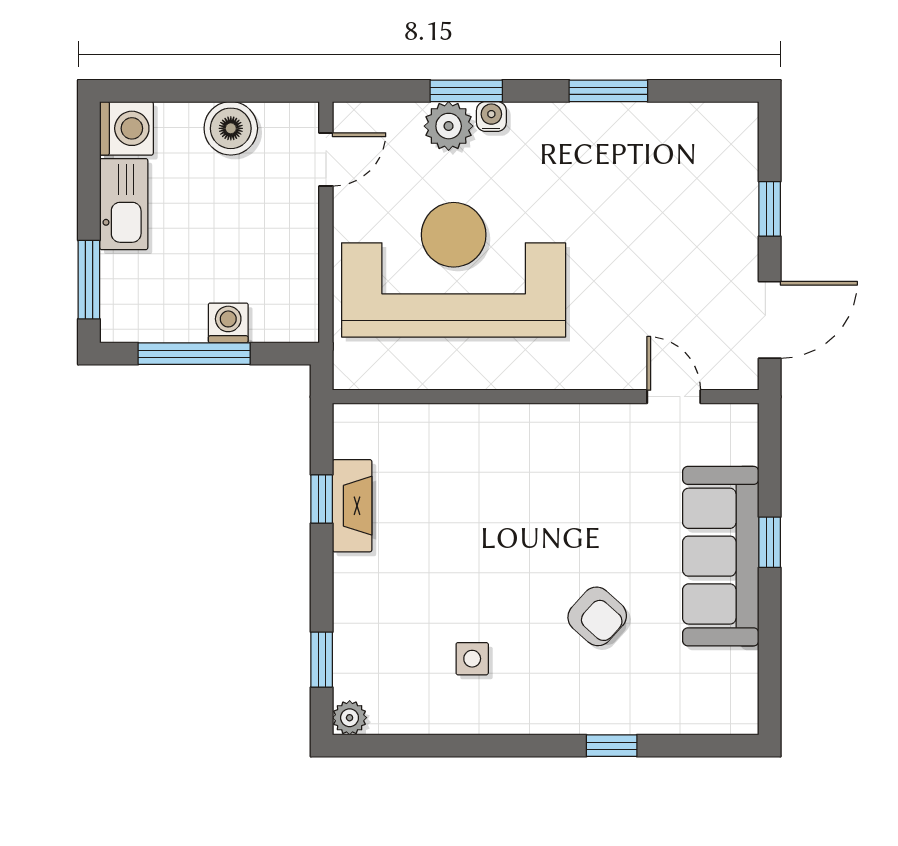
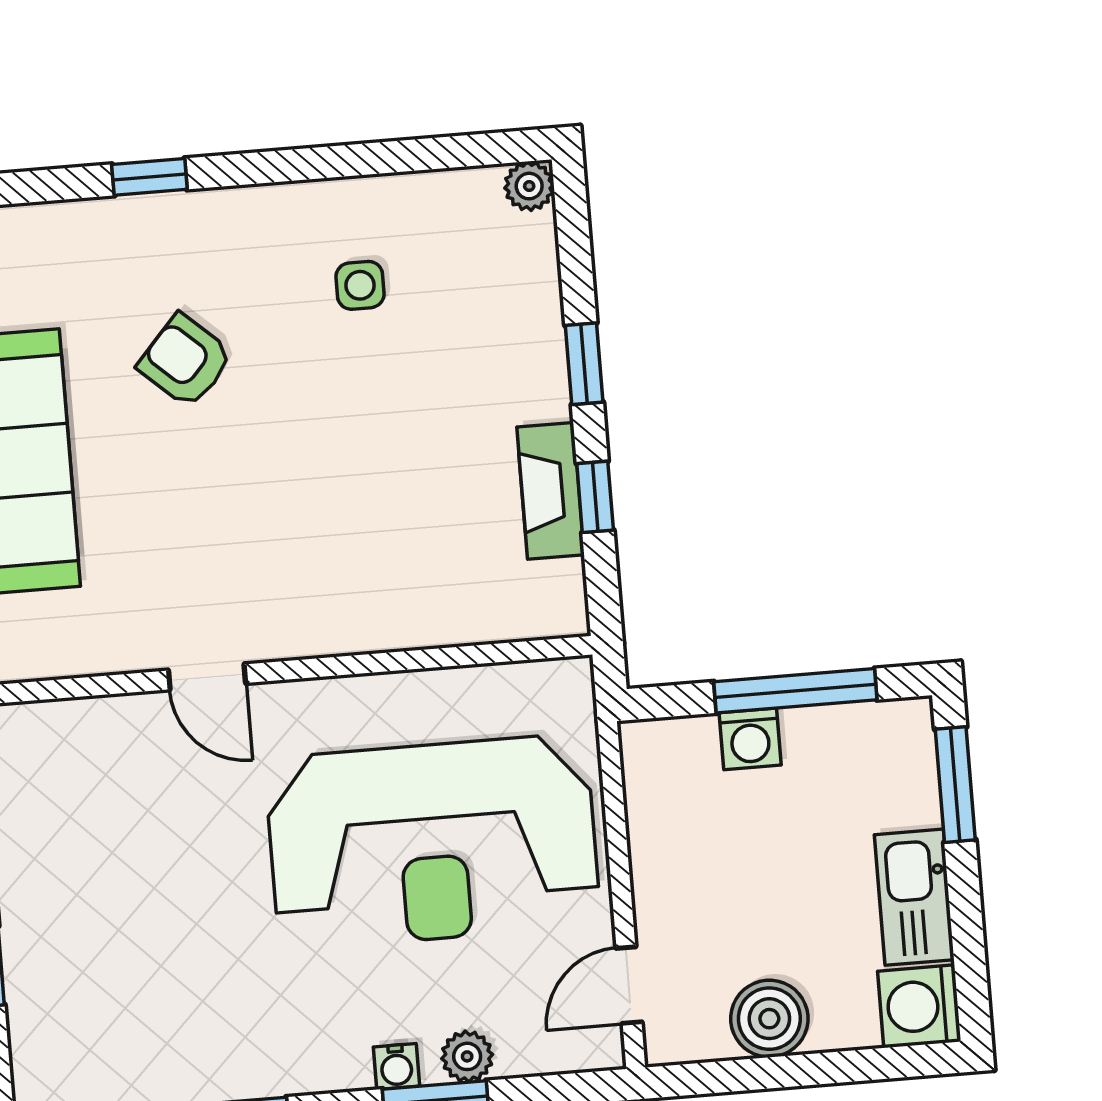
plant: (449, 126) -> (467, 1056), width x0.73, depth x0.73
door: (674, 397) -> (207, 677), moved
window: (322, 660) -> (584, 364), moved

